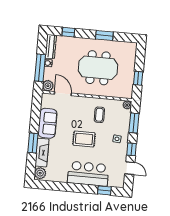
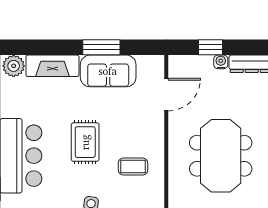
window: (40, 68) -> (211, 47), width x0.46
plant: (48, 86) -> (178, 65), removed
window: (33, 143) -> (101, 47), moved

